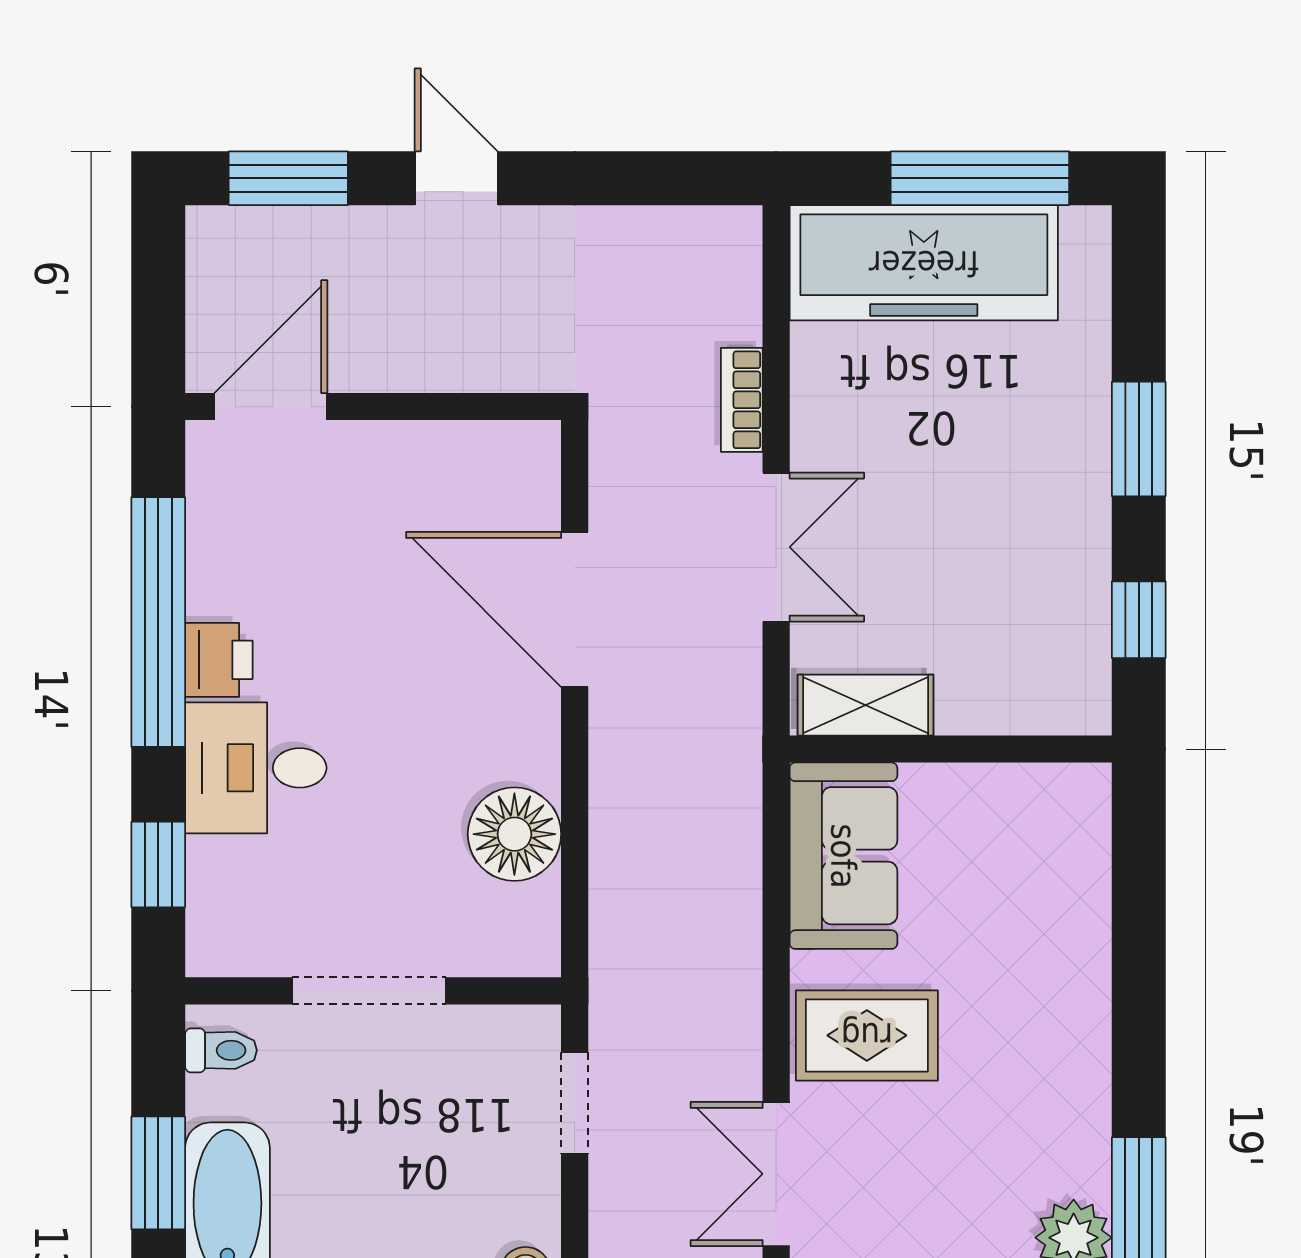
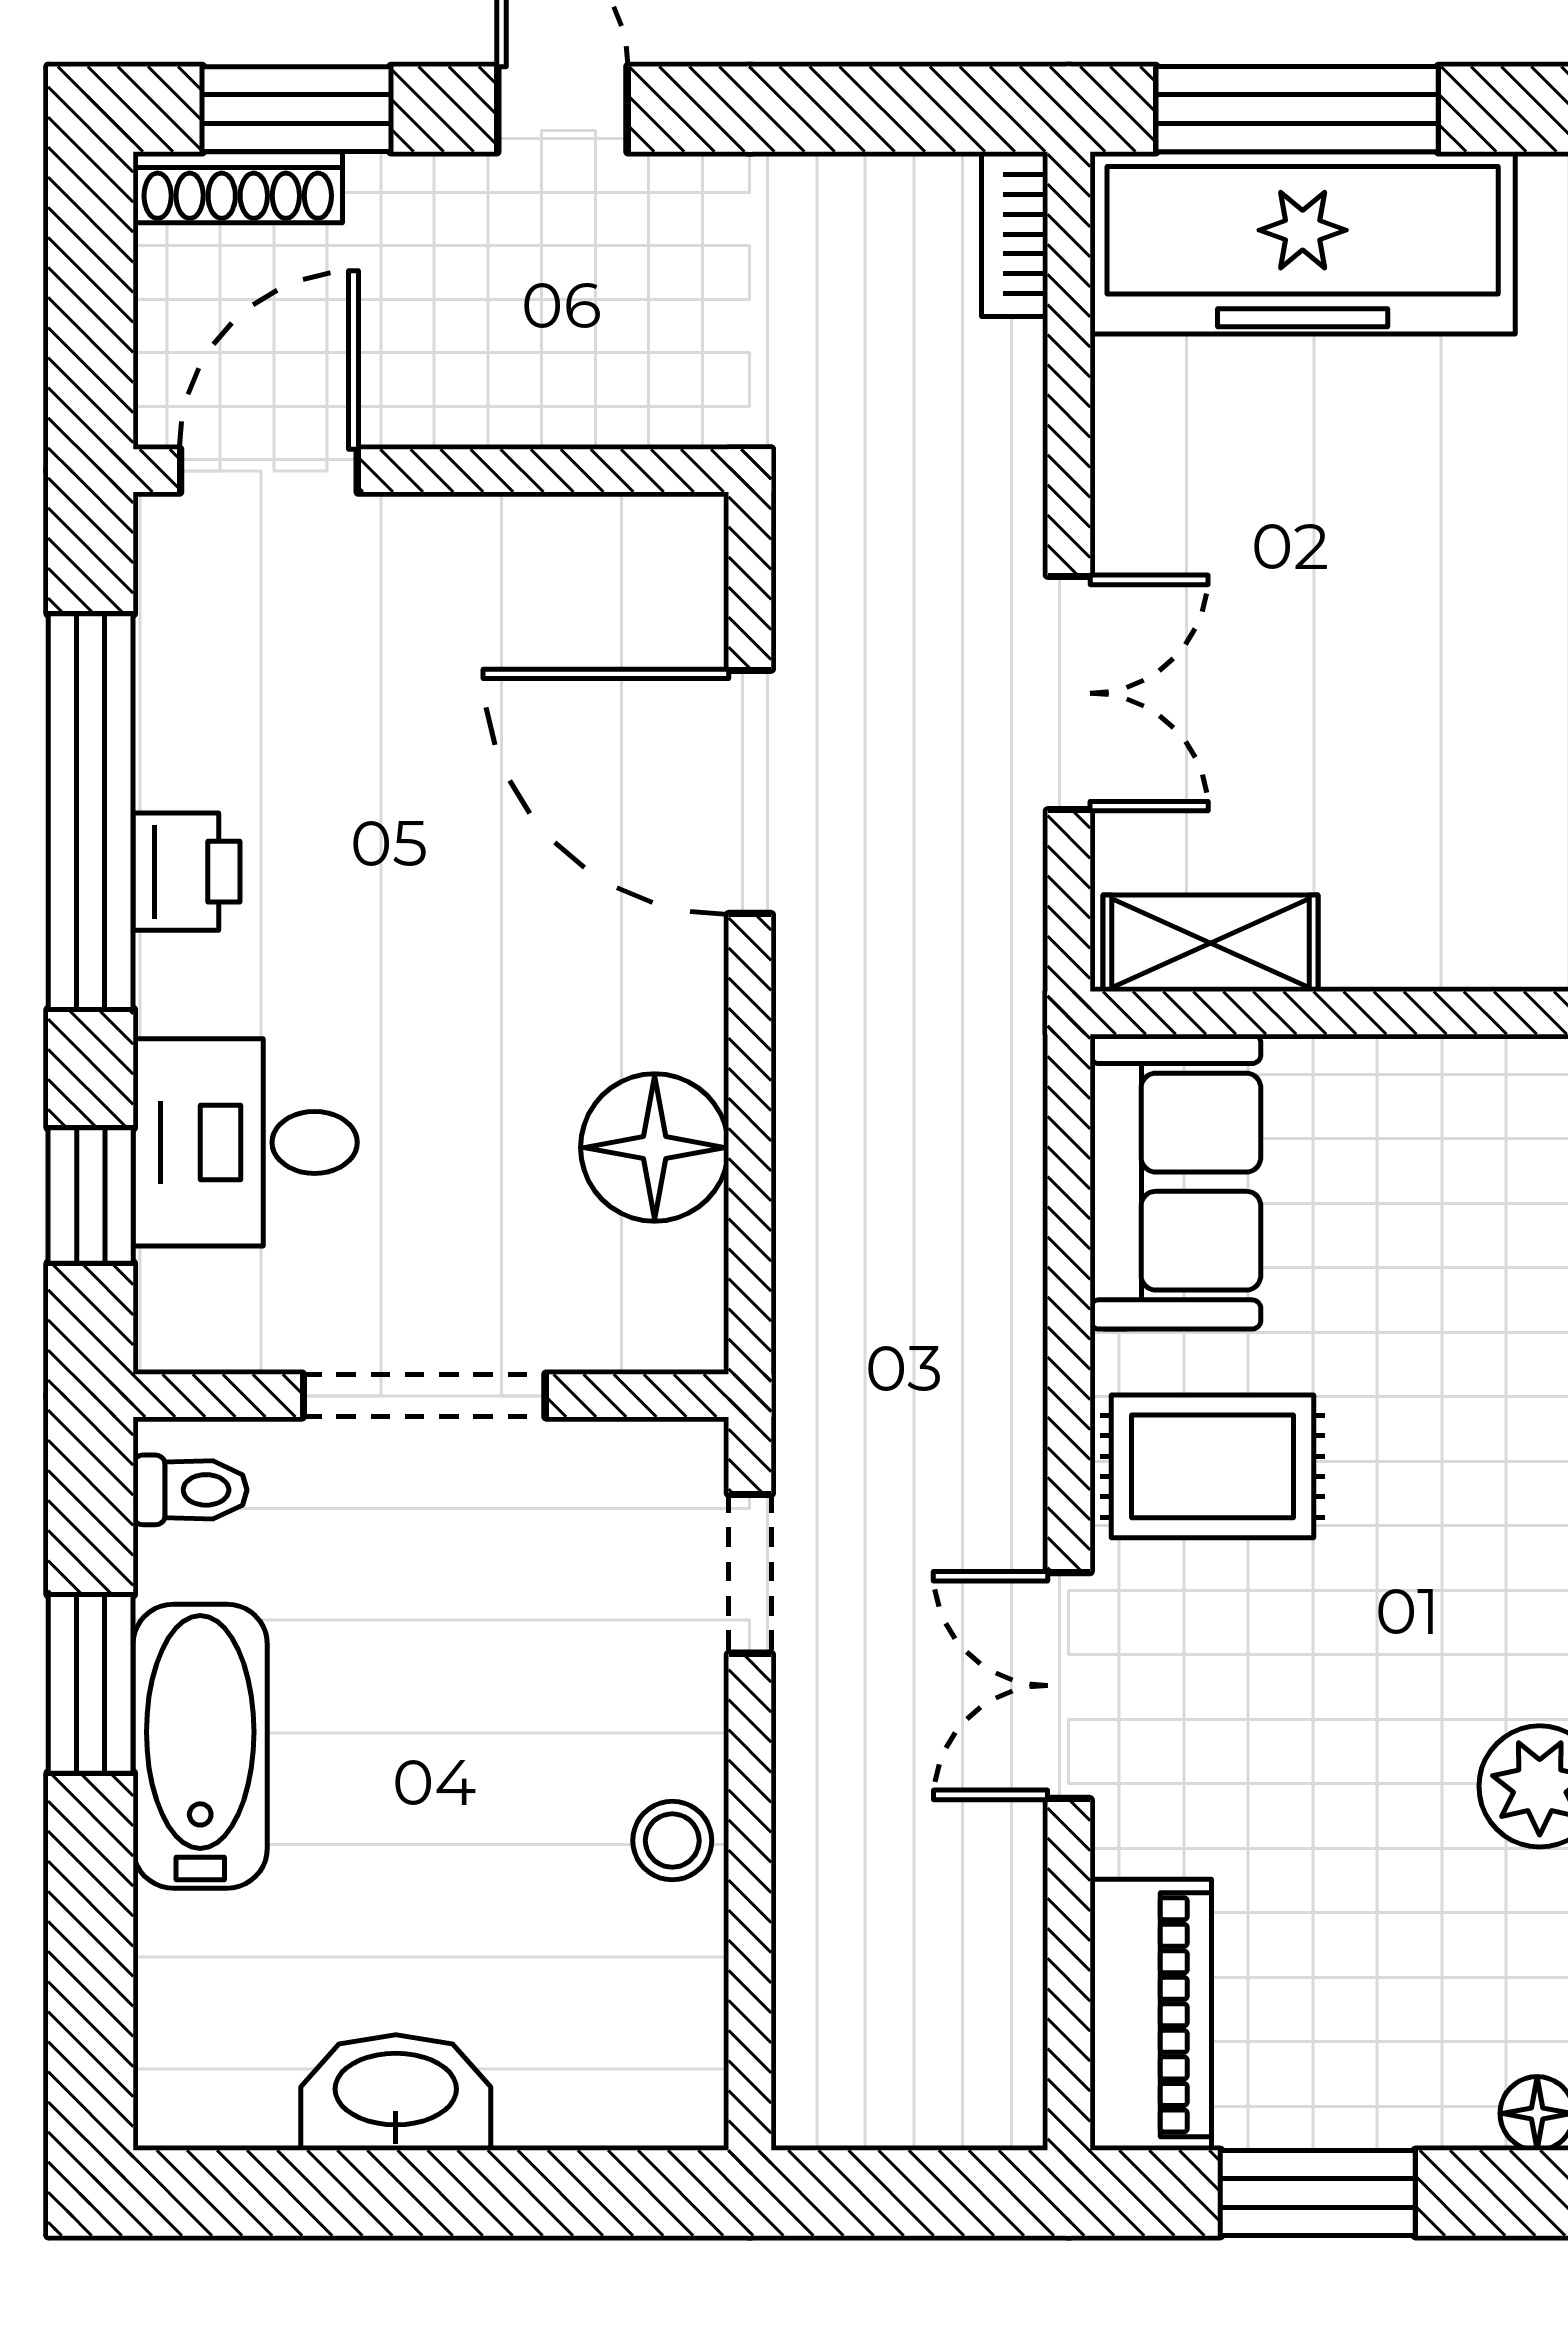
window: (980, 178) -> (1297, 109), moved
shoe rack: (251, 228) -> (238, 187), added
bookcase: (742, 400) -> (1015, 234), moved
desk: (256, 768) -> (245, 1142), moved

